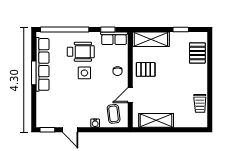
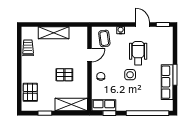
wheelchair: (81, 52) -> (138, 53), moved, turned 90
row of seats: (43, 64) -> (167, 82), width x0.73
pallet: (146, 69) -> (64, 75), moved
shelving: (156, 120) -> (54, 33), moved

